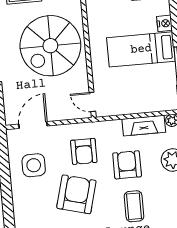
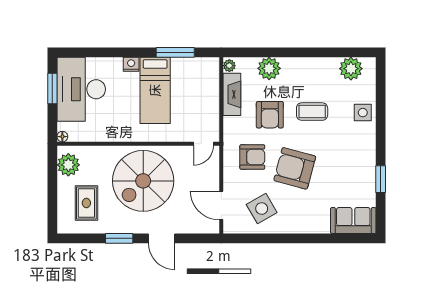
spiral stairs: (50, 46) -> (143, 181), turned 90
side table: (34, 165) -> (262, 209), turned -30
armchair: (127, 165) -> (270, 115), turned -90

